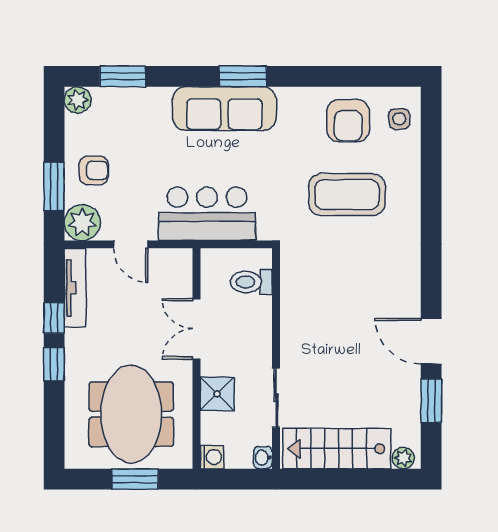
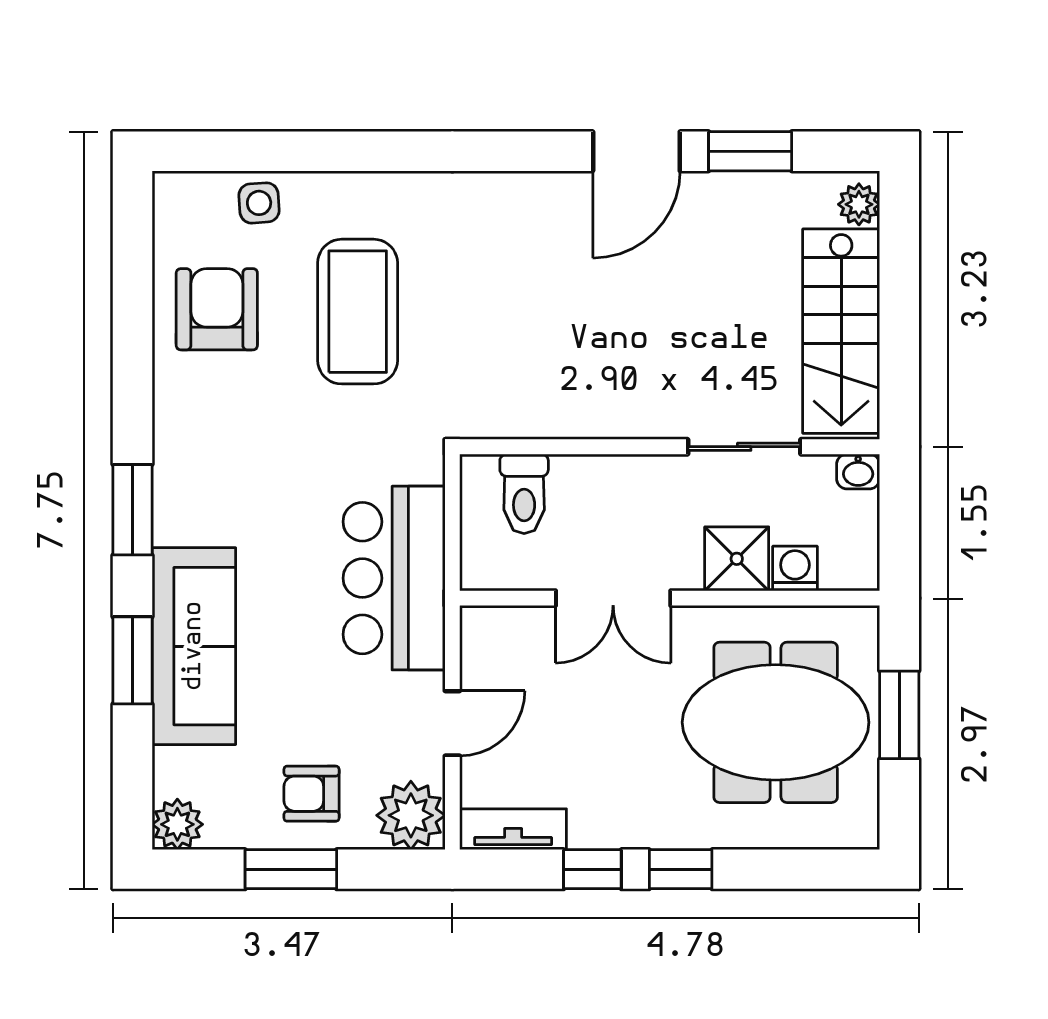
window: (123, 76) -> (133, 660), moved
sofa: (224, 109) -> (194, 646), moved
side table: (399, 119) -> (259, 203), moved
armchair: (348, 121) -> (217, 309), turned -90
armchair: (94, 170) -> (311, 794), turned -90
window: (54, 186) -> (291, 869), moved
tv unit: (75, 288) -> (513, 829), width x0.71
washing machine: (212, 457) -> (795, 568), moved

